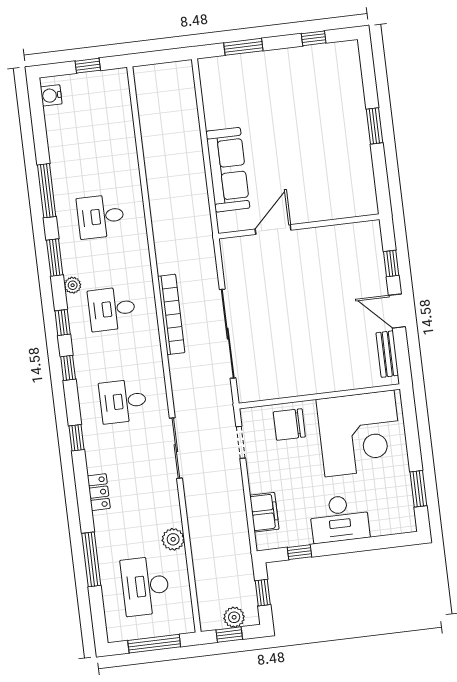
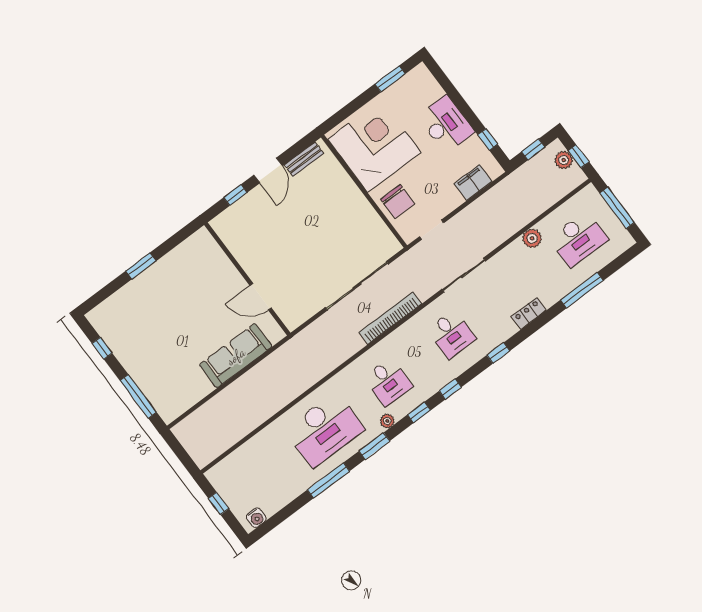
window: (243, 47) -> (138, 396), width x1.44
desk: (101, 216) -> (325, 430), width x1.87, depth x1.30
bookcase: (171, 314) -> (390, 318), moved

